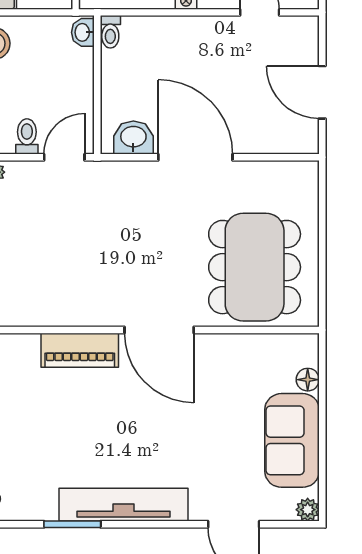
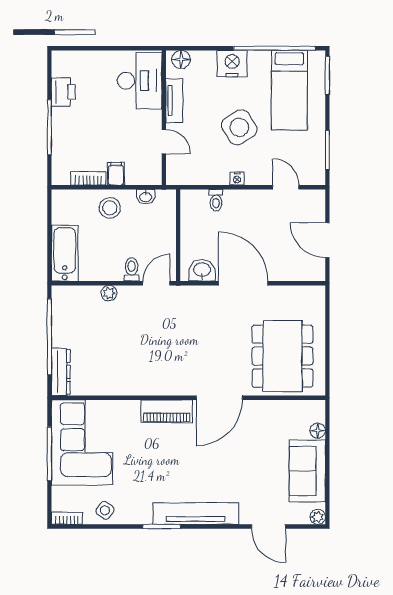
washbasin: (83, 32) -> (146, 197), moved, turned -90
toilet: (110, 32) -> (216, 200), moved
door: (159, 330) -> (219, 398), hinge flipped

